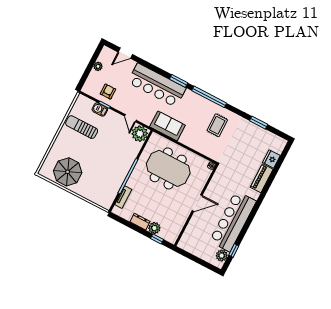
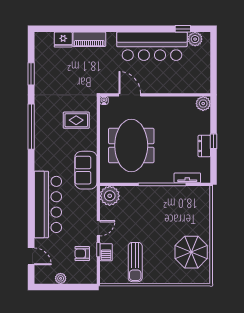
window: (179, 81) -> (31, 183), removed
window: (209, 97) -> (31, 127), moved
door: (130, 118) -> (98, 228), moved
rug: (217, 125) -> (76, 120), moved
door: (197, 203) -> (130, 95), moved
plant: (154, 228) -> (203, 104), moved
window: (157, 239) -> (214, 141), moved

